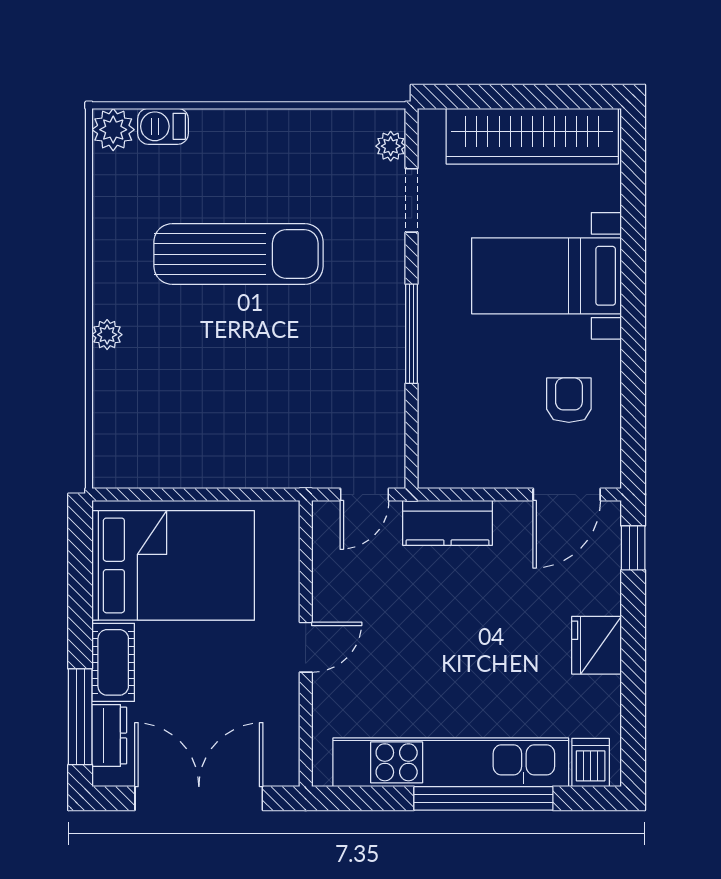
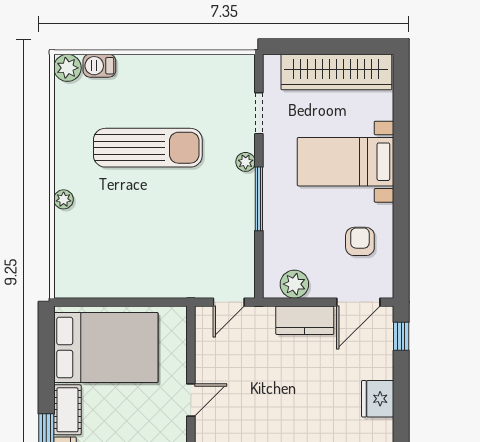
plant: (391, 146) -> (246, 162), moved
plant: (467, 467) -> (294, 284), added
kitchen counter: (448, 523) -> (305, 320), moved

